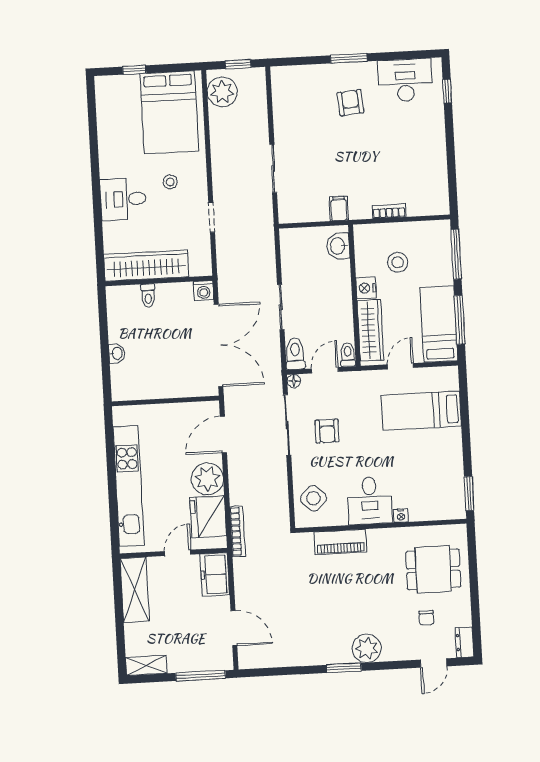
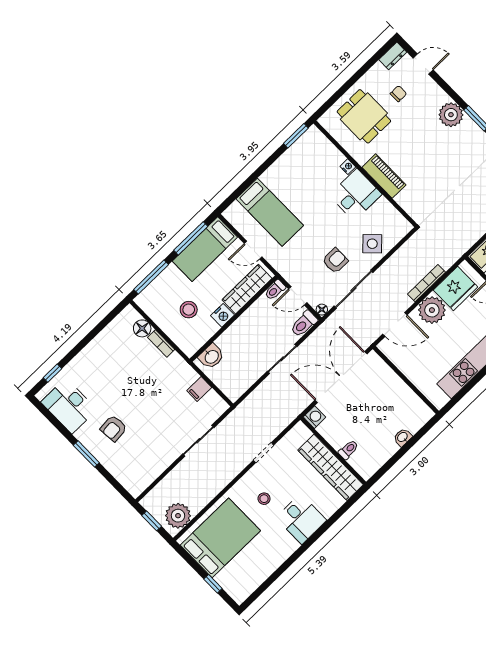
floor lamp: (417, 206) -> (142, 328), added
filing cabinet: (339, 209) -> (199, 389), moved
side table: (313, 498) -> (372, 244), moved
bookcase: (237, 531) -> (427, 283), moved
piano: (340, 542) -> (384, 176), moved

